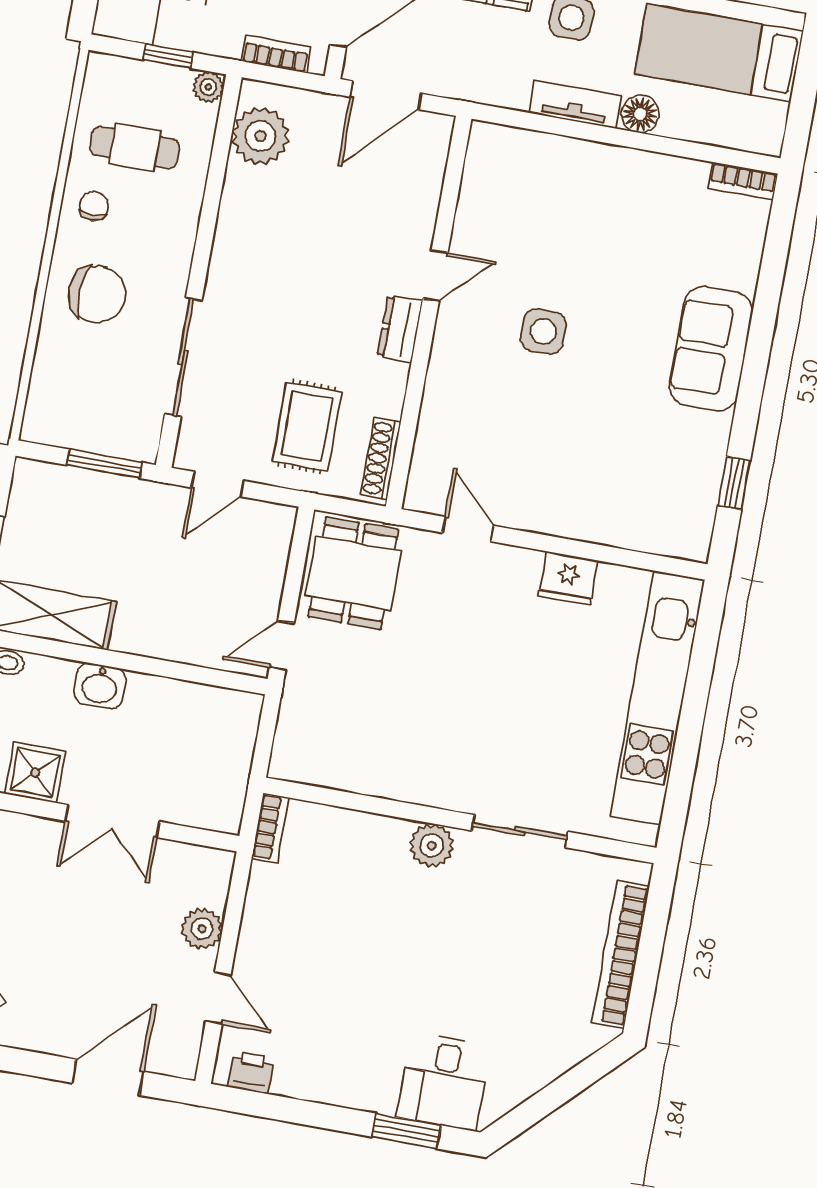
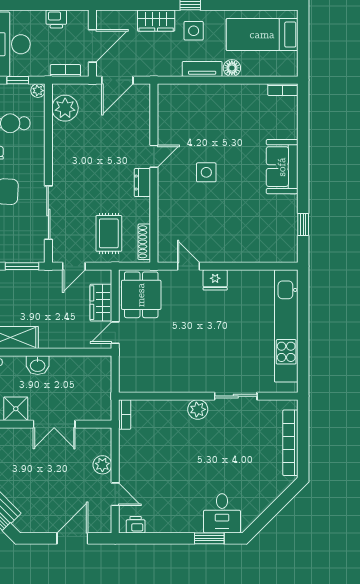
wardrobe: (262, 574) -> (101, 303), added
fridge: (568, 578) -> (215, 280), moved

